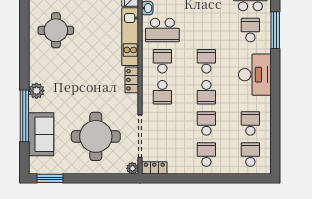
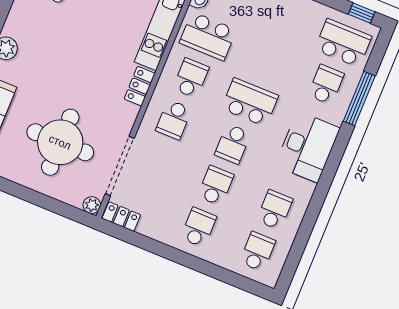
school desk: (206, 61) -> (250, 102), width x1.85

